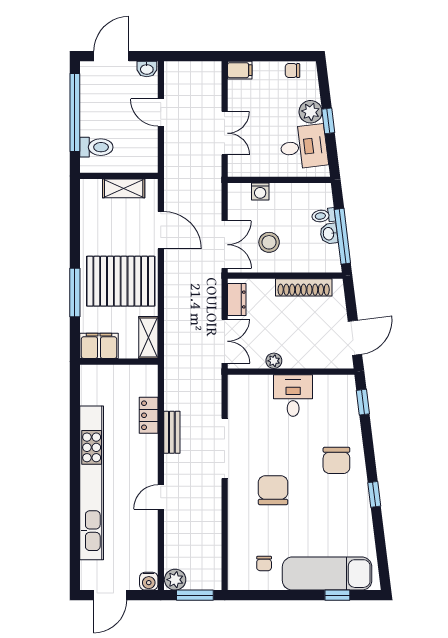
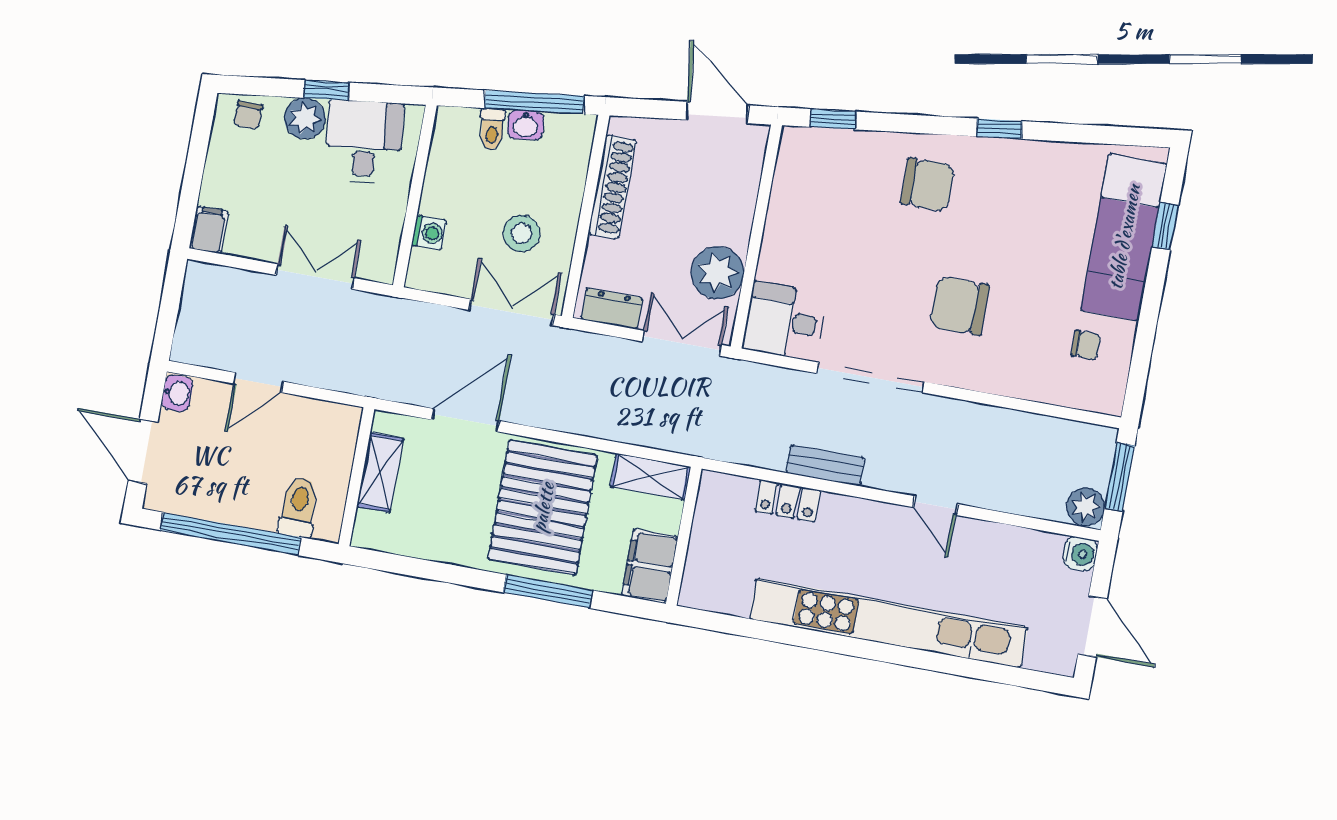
chair: (292, 71) -> (248, 115), moved
plant: (274, 361) -> (718, 273), width x1.87, depth x1.87
desk: (293, 396) -> (784, 321), moved

